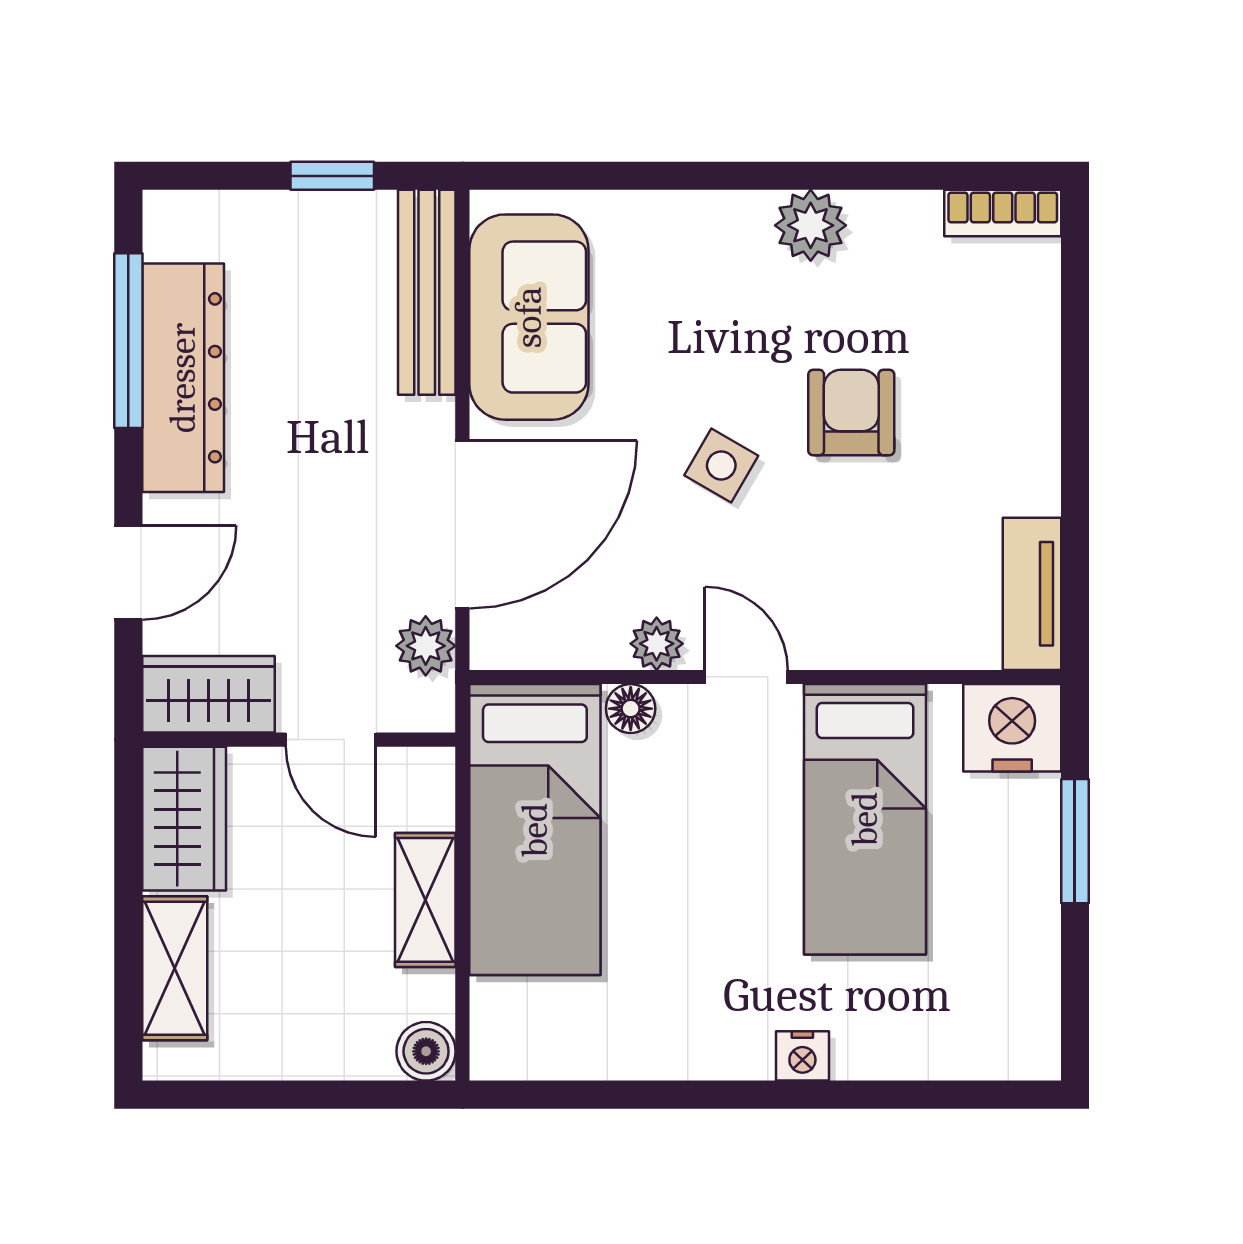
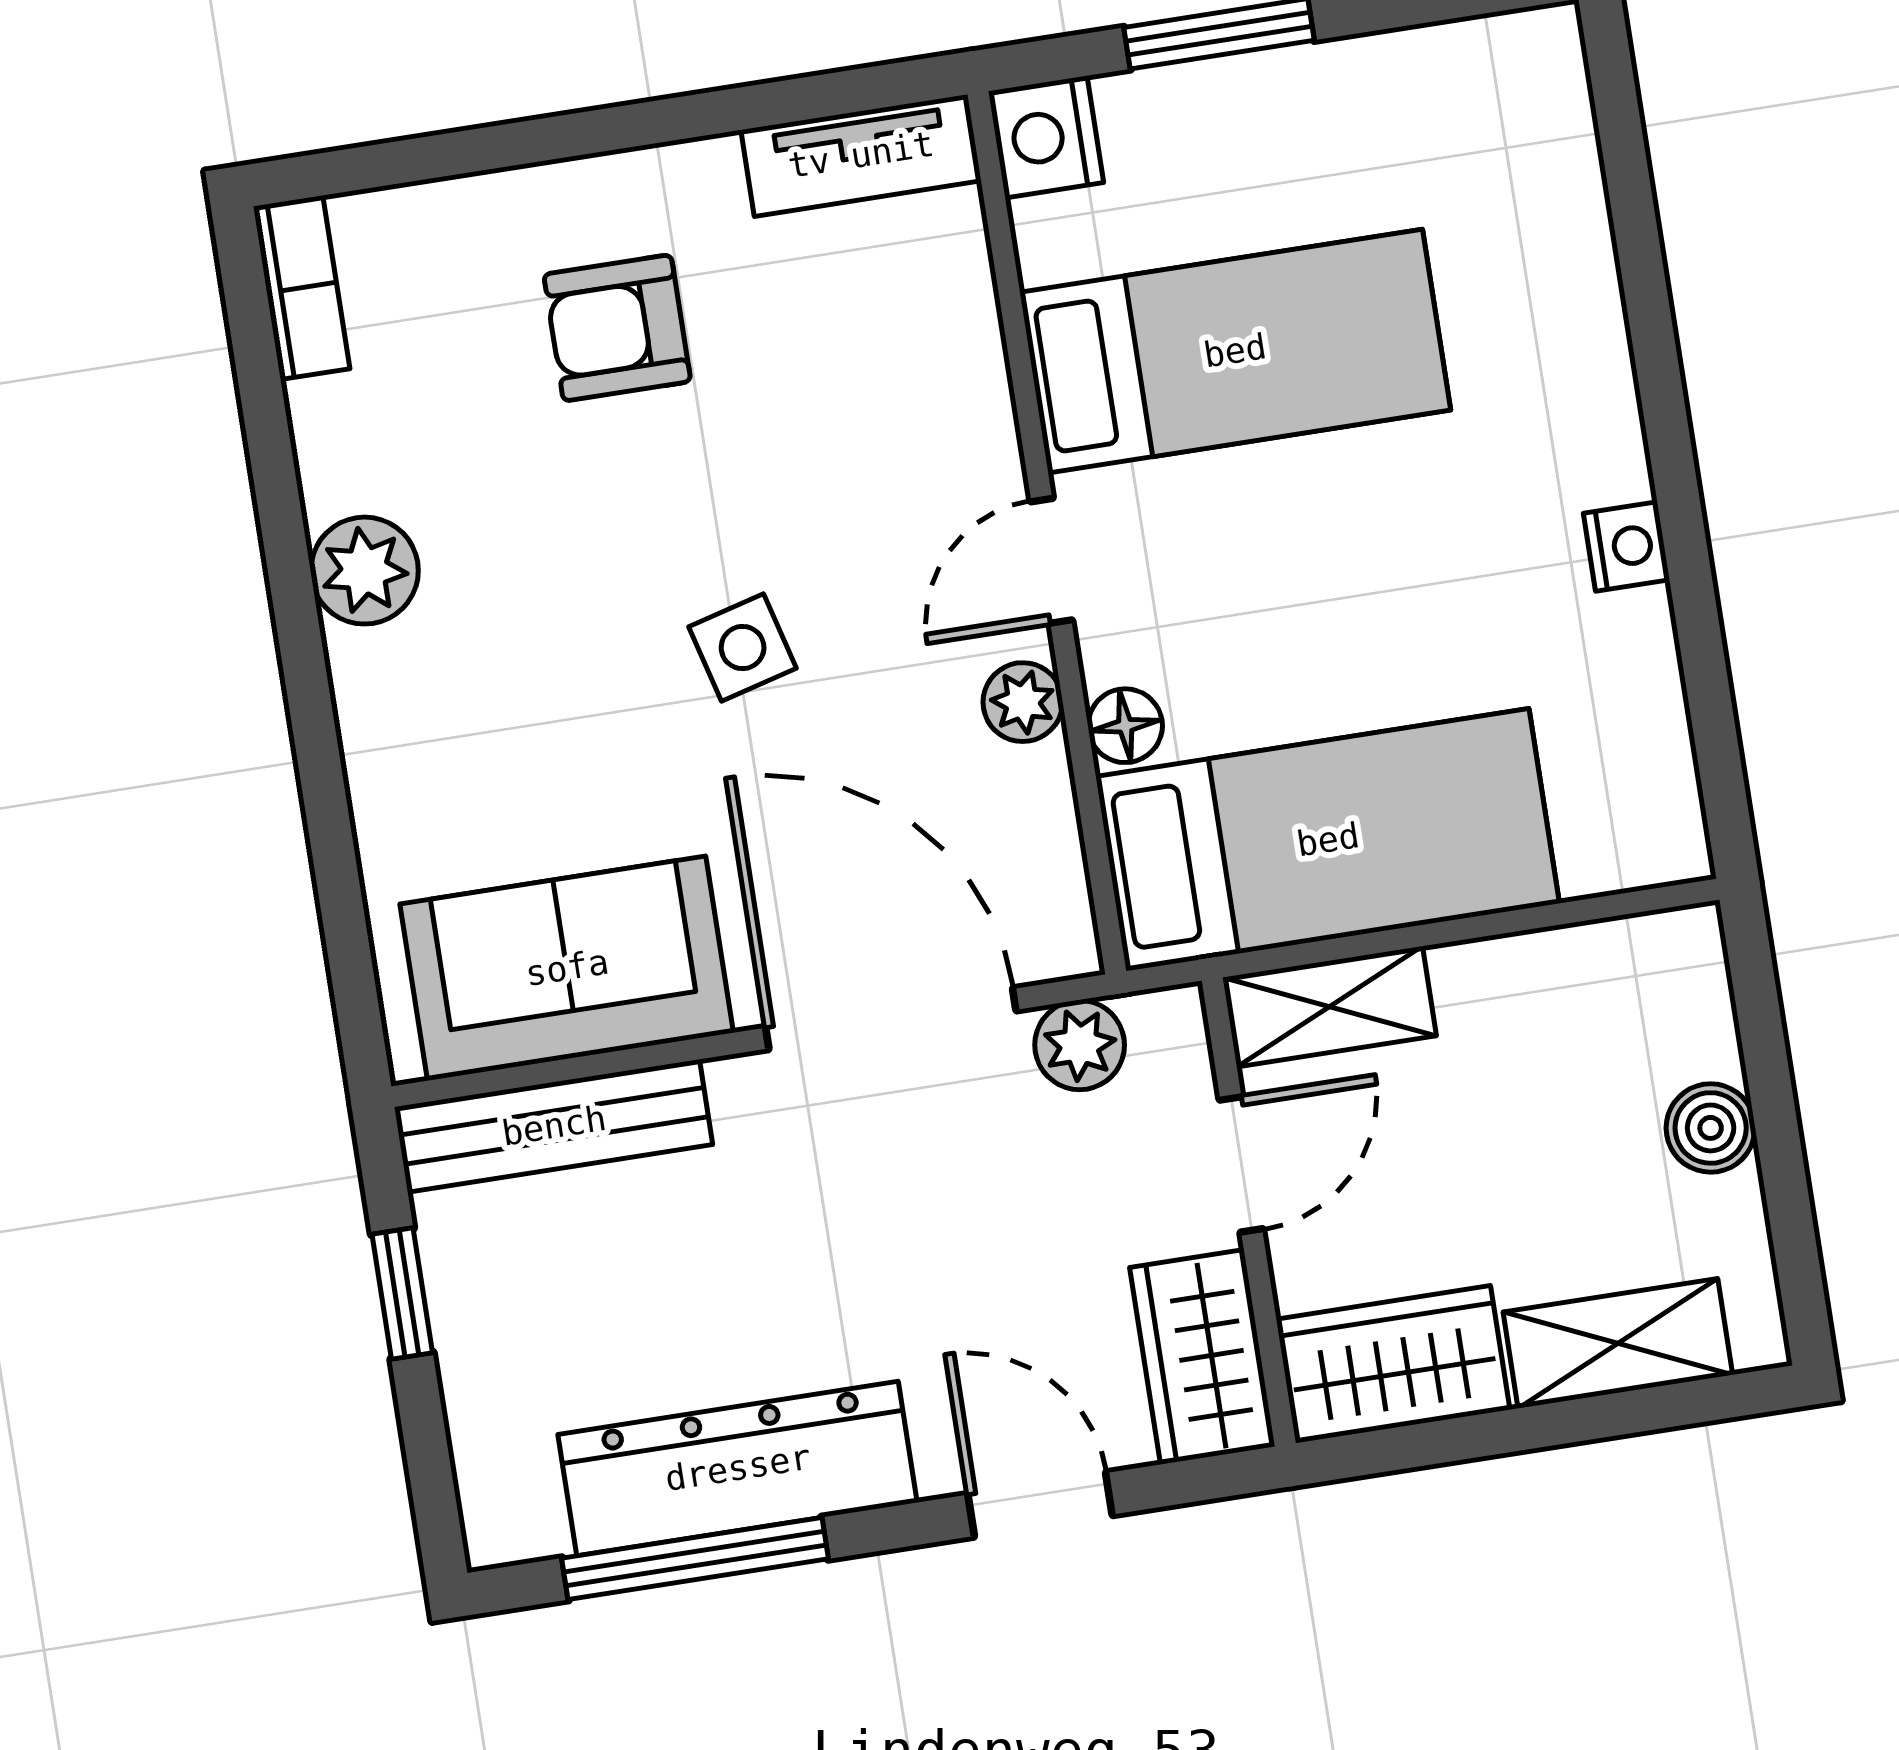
armchair: (851, 413) -> (617, 328), moved
side table: (721, 465) -> (743, 647), turned 45
nightstand: (1012, 728) -> (1046, 137), width x0.74, depth x0.75
shelving: (425, 900) -> (1330, 1007), moved
boiler: (426, 1051) -> (1711, 1128), moved
nightstand: (802, 1056) -> (1626, 546), moved

